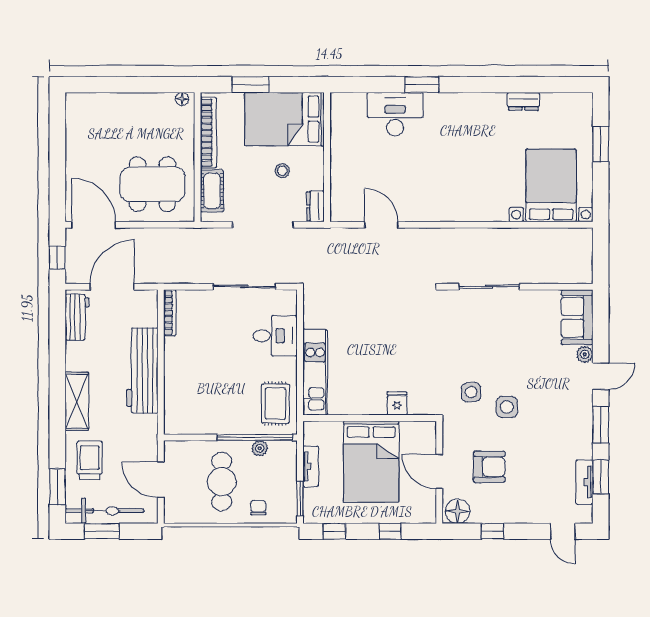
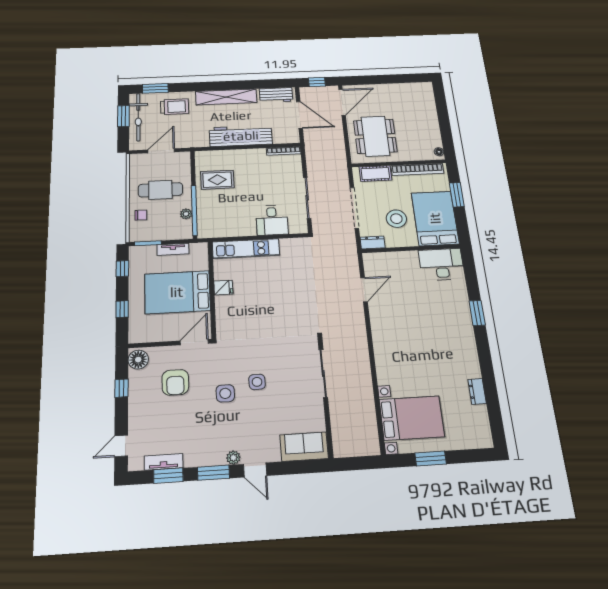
desk: (395, 114) -> (442, 264), moved, turned -90
window: (601, 144) -> (430, 458), moved
stool: (282, 171) -> (396, 219), width x1.89, depth x1.89
plant: (585, 354) -> (233, 458), moved
side table: (471, 392) -> (257, 382), moved
shelving: (77, 401) -> (226, 97), width x1.47
rug: (275, 404) -> (217, 180), moved
fridge: (397, 404) -> (223, 288), moved
door: (439, 472) -> (194, 342), moved

